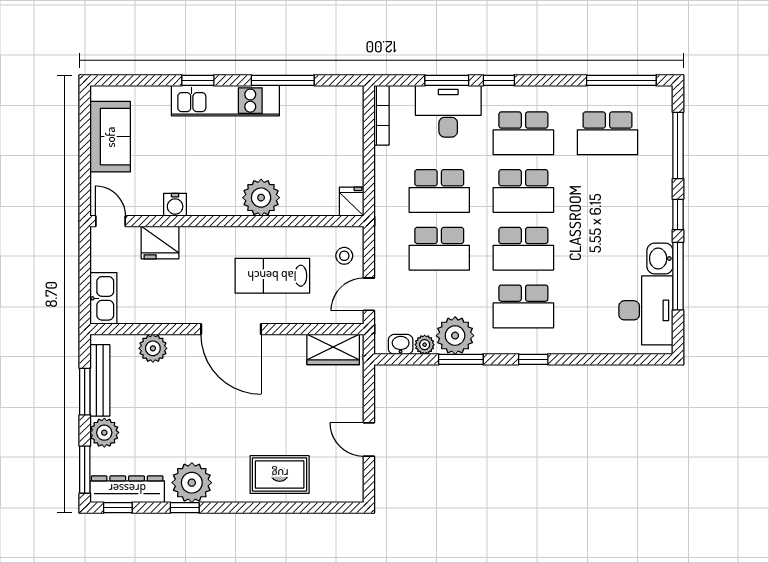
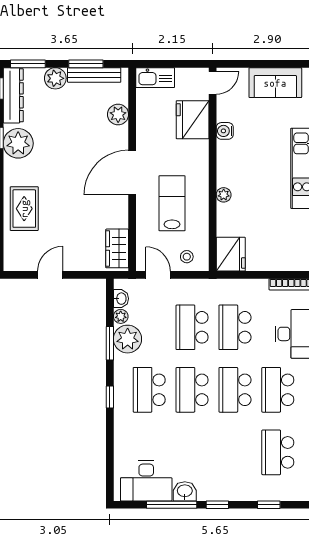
window: (678, 146) -> (269, 505), width x0.46
plant: (261, 198) -> (224, 195), width x0.53, depth x0.53
fridge: (352, 202) -> (231, 254), width x1.88, depth x1.34
fridge: (160, 242) -> (193, 120), width x1.36, depth x1.34

